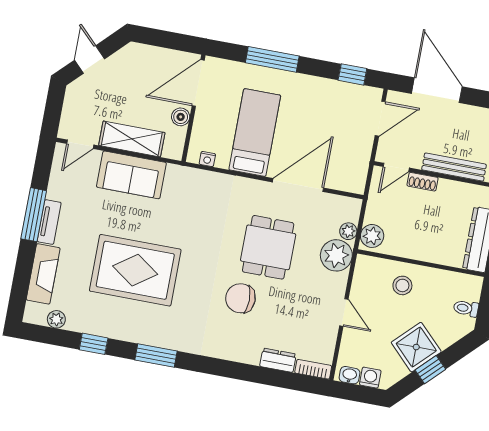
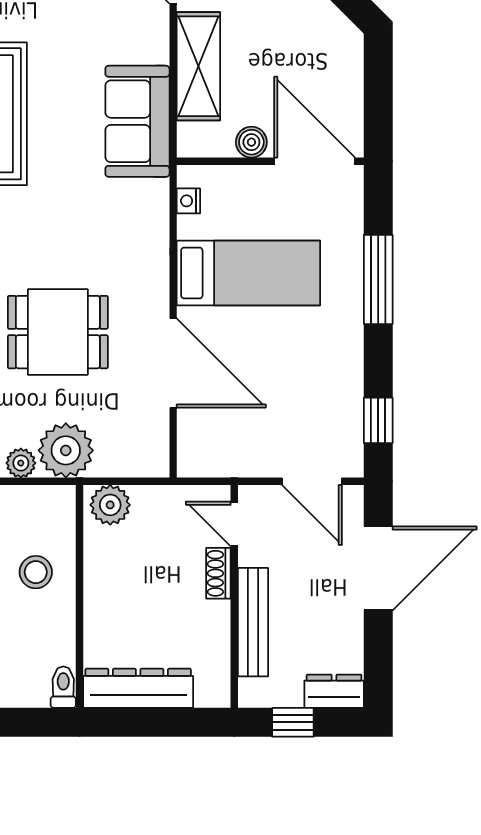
sofa: (131, 175) -> (137, 121), moved
plant: (348, 231) -> (21, 463), moved
toilet: (466, 308) -> (63, 687), moved

